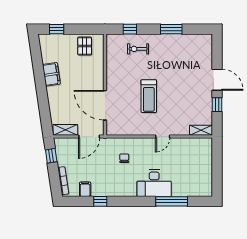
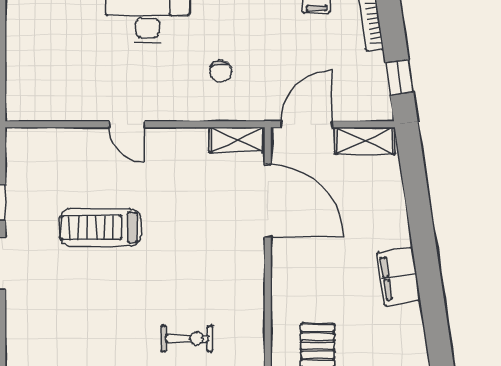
treadmill: (149, 96) -> (100, 228), moved, turned -90
shelving: (201, 130) -> (237, 140), moved
door: (163, 137) -> (127, 124), swing flipped

